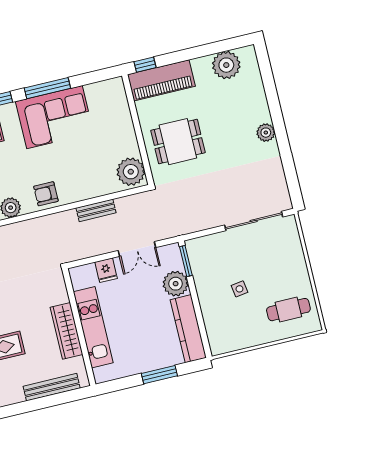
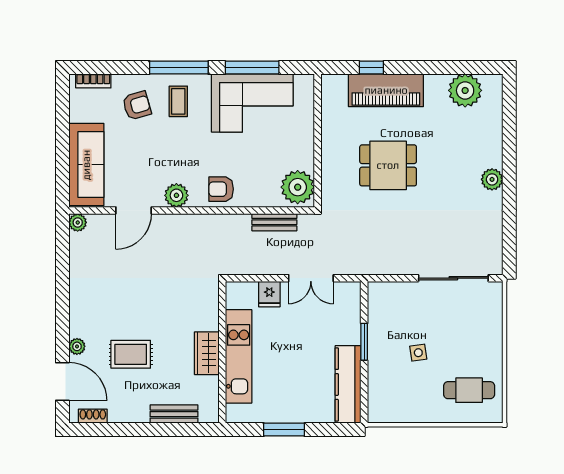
wall: (138, 130) -> (318, 141), moved
plant: (131, 172) -> (298, 187), moved
window: (186, 261) -> (364, 342), moved
plant: (176, 284) -> (346, 329), removed
wardrobe: (66, 331) -> (207, 353), width x0.67
window: (159, 375) -> (284, 430), moved
bench: (52, 387) -> (174, 414), width x0.73

